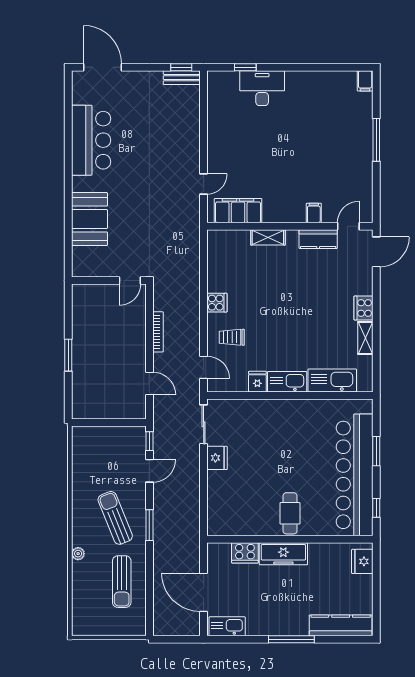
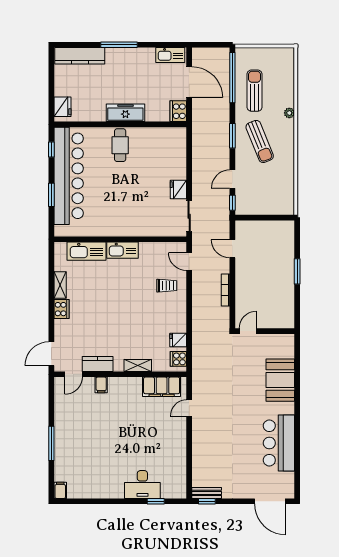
cooker: (217, 303) -> (178, 359), moved
fridge: (257, 382) -> (178, 340), moved, turned 90
cooker: (245, 553) -> (178, 111), moved, turned -90
window: (149, 598) -> (232, 78), added

